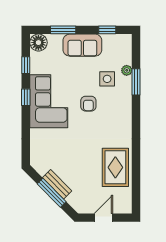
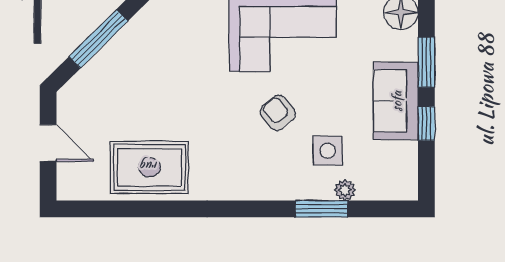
window: (107, 30) -> (426, 124), moved
armchair: (88, 104) -> (278, 113), turned 51
bench: (57, 184) -> (115, 50), removed

